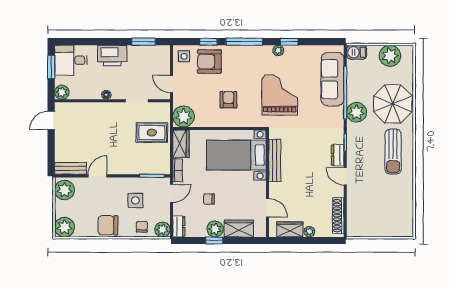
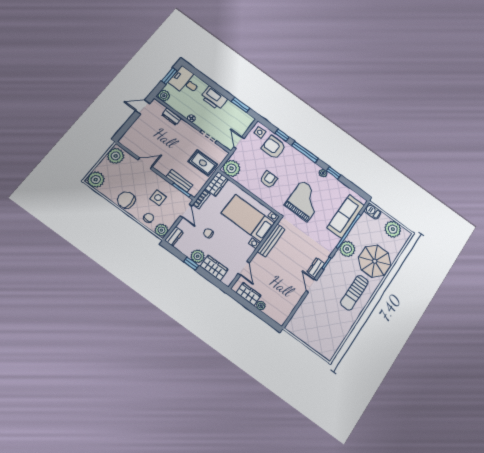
dresser: (86, 108) -> (172, 117), added
bench: (71, 168) -> (179, 181), moved
door: (171, 193) -> (186, 211), hinge flipped
shoe rack: (338, 216) -> (288, 309), removed

